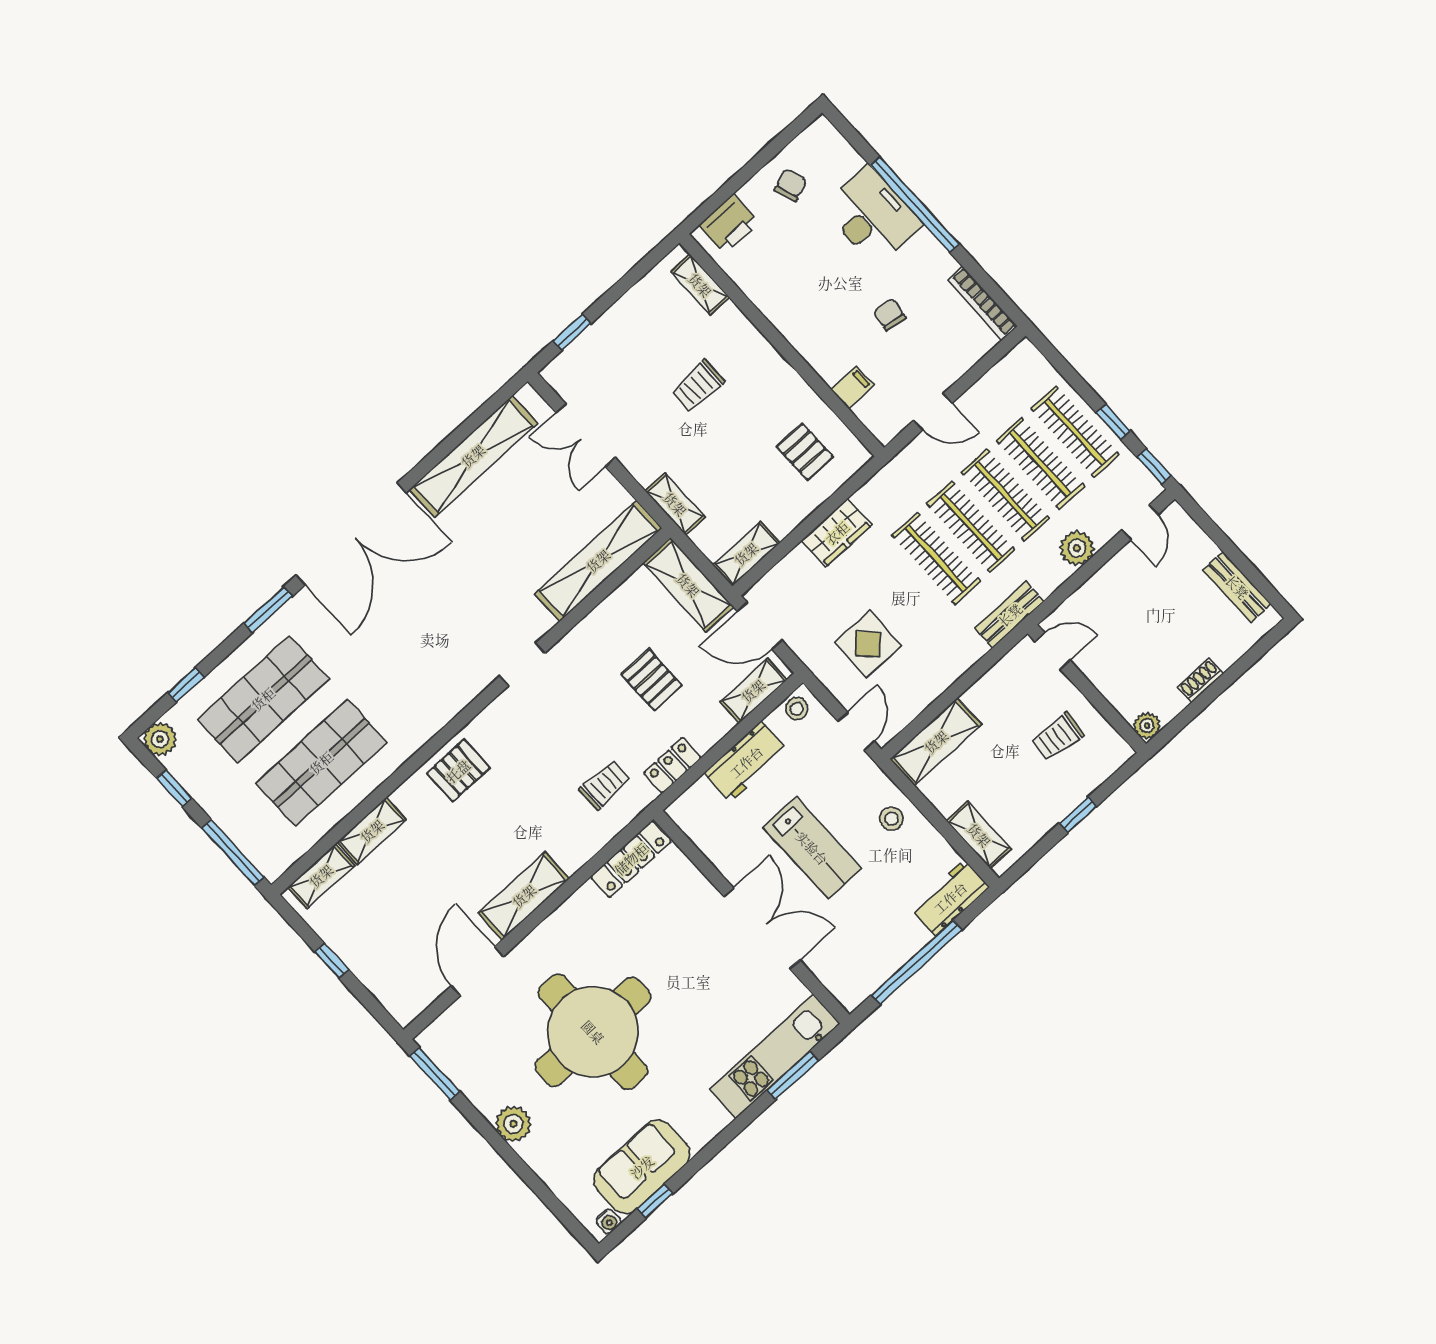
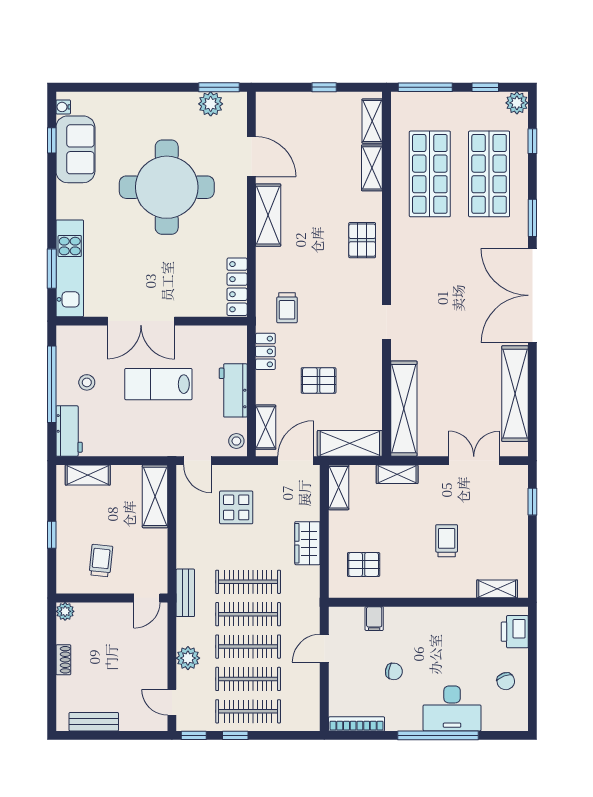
stool: (891, 819) -> (87, 382), moved
plant: (513, 1124) -> (211, 104), moved

